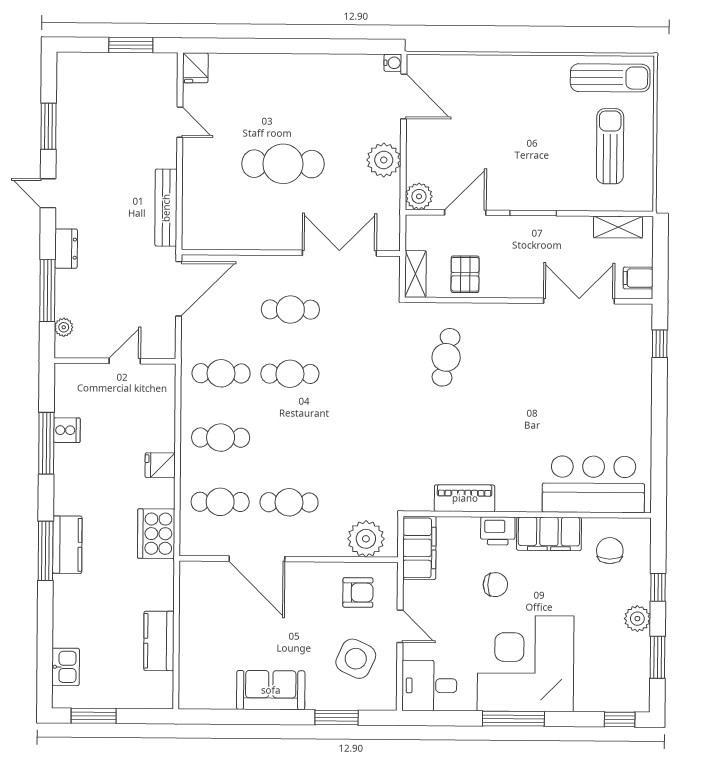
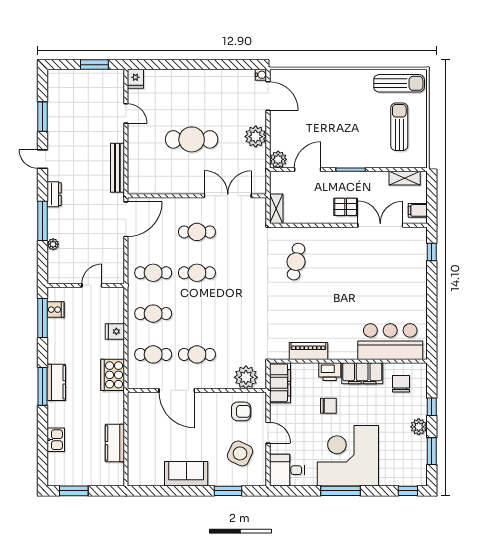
pallet: (465, 274) -> (346, 207), moved, turned 90
wall: (115, 361) -> (86, 285), moved
door: (125, 361) -> (92, 285), moved
kitchen sink: (66, 667) -> (56, 440), moved

